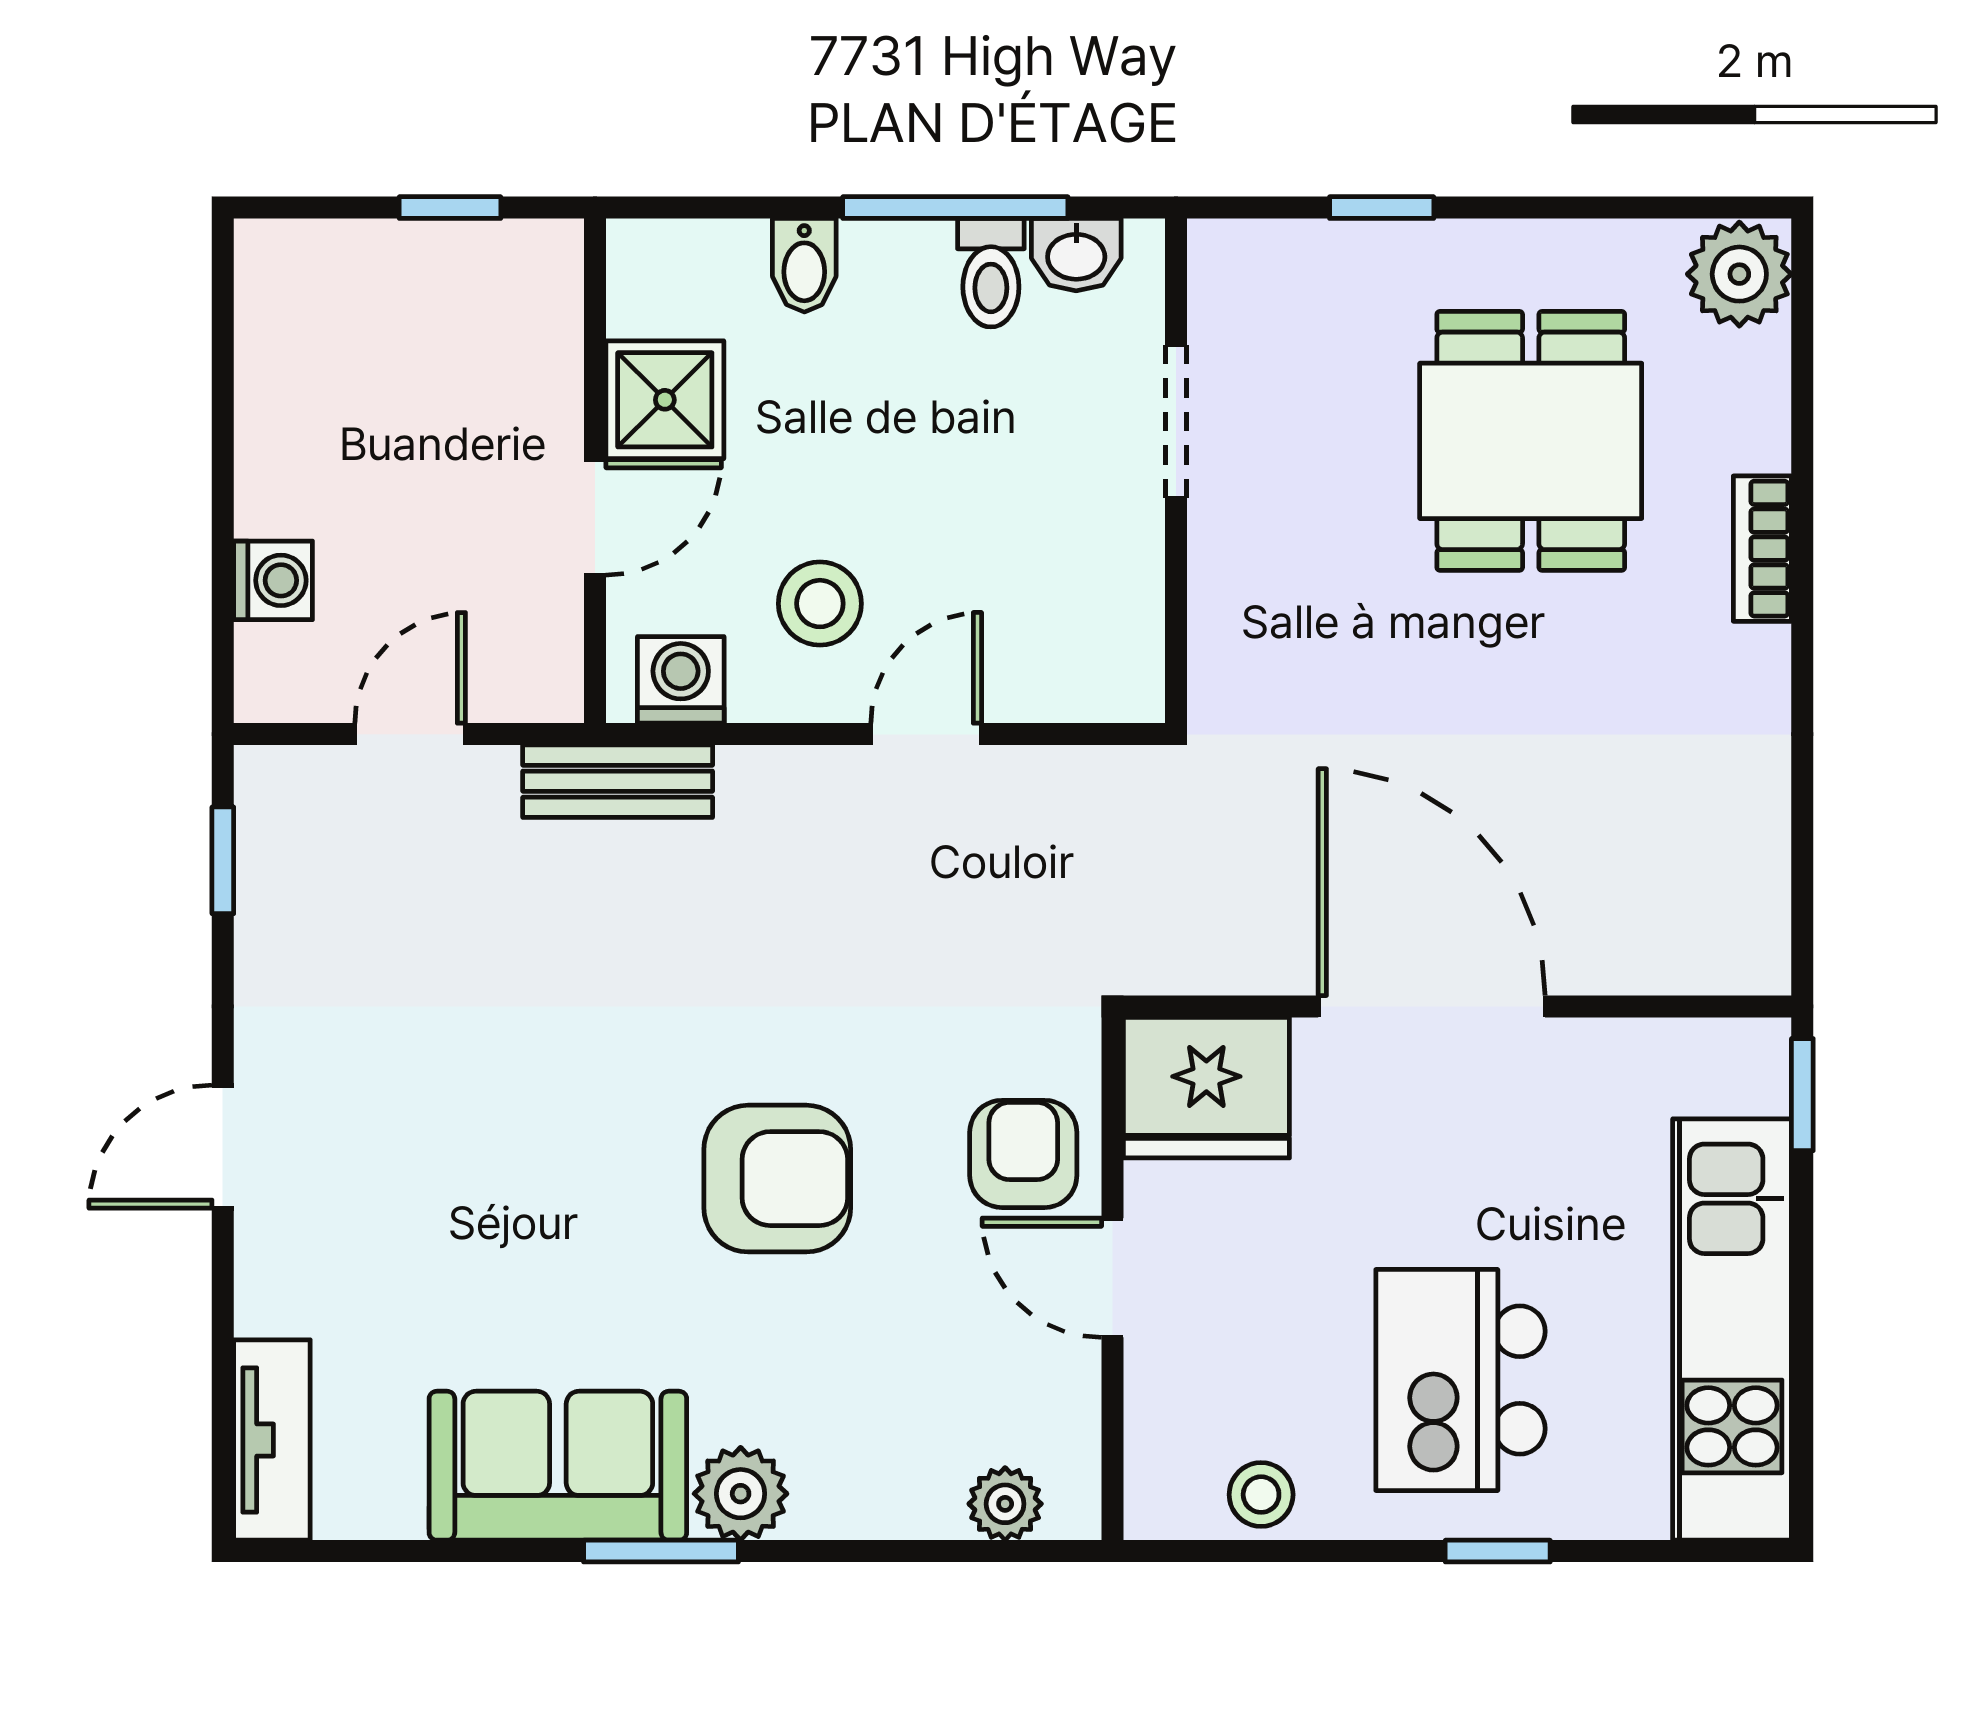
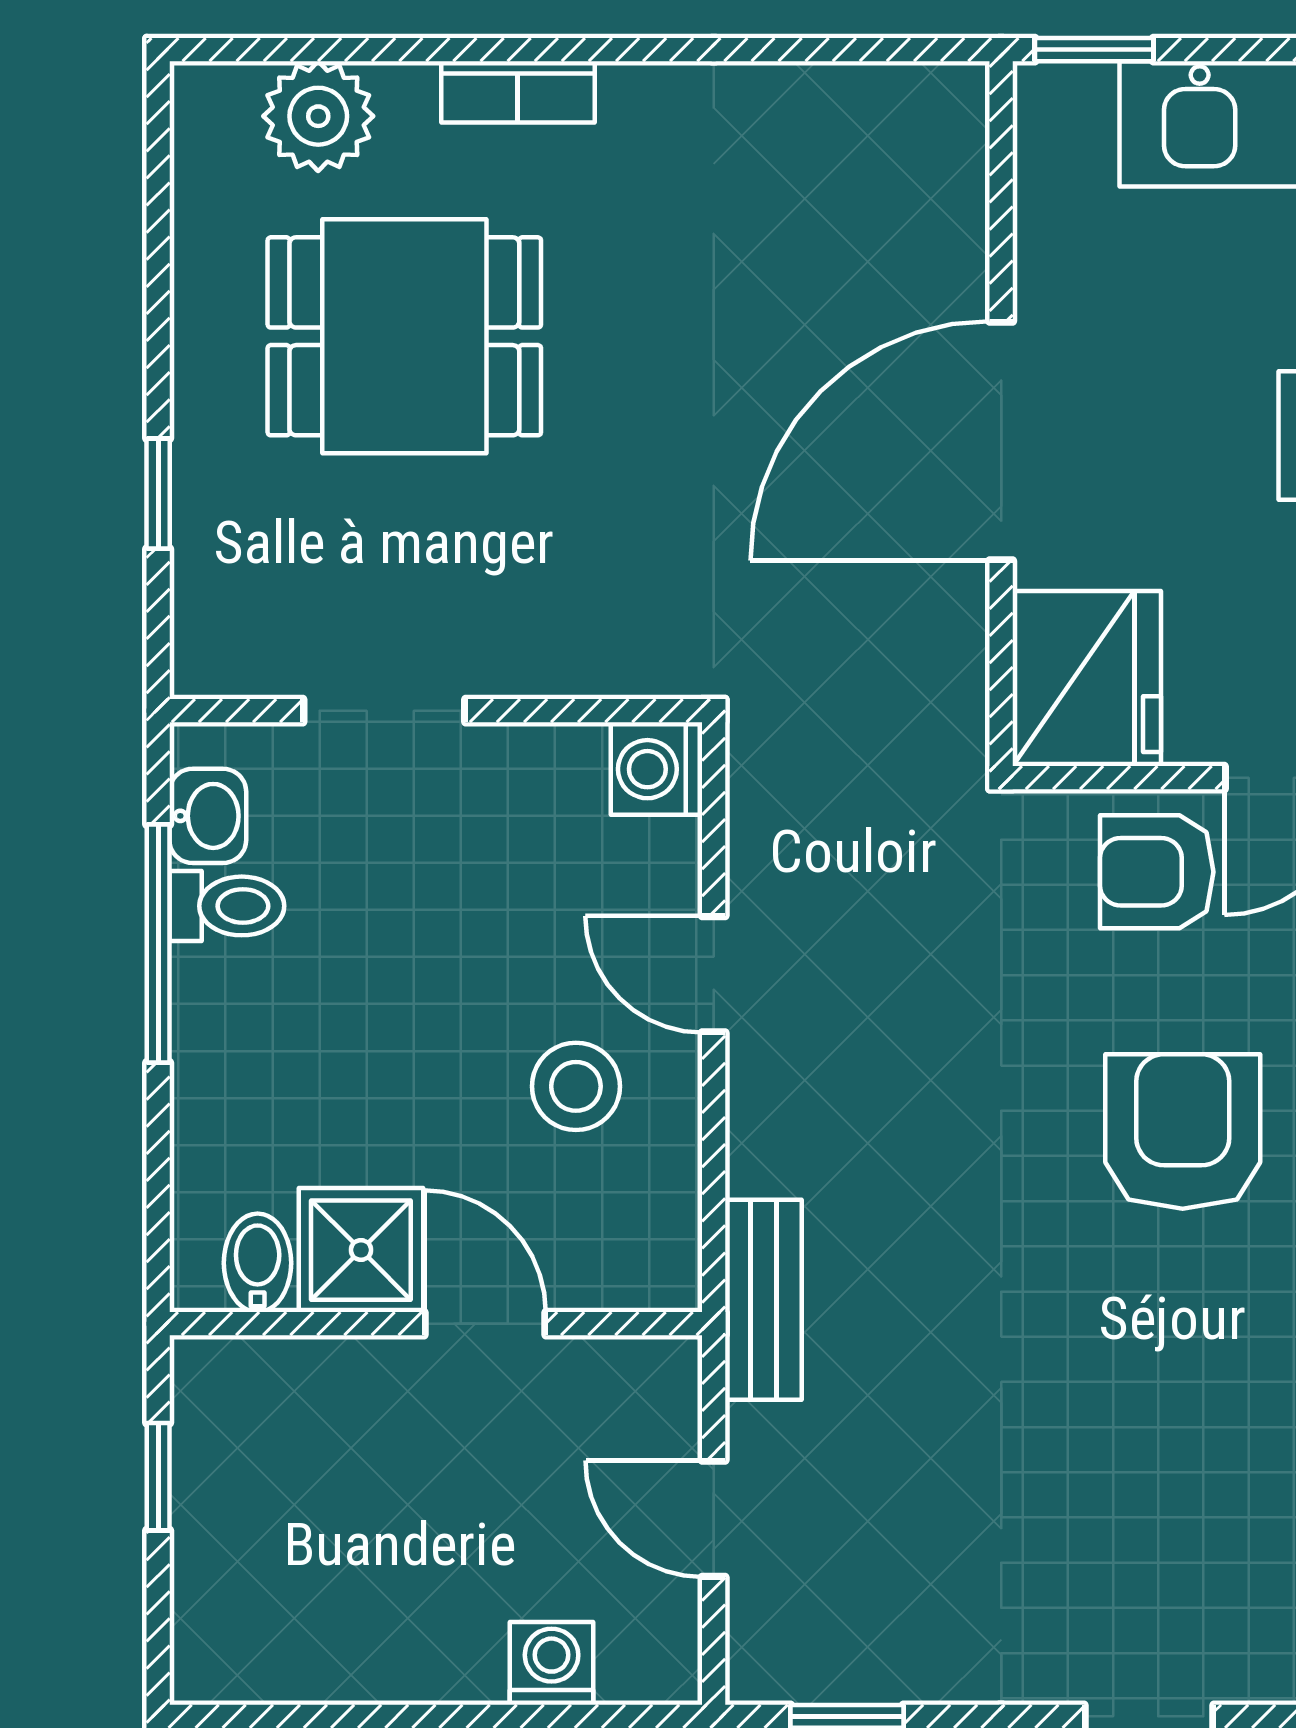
bidet: (804, 265) -> (258, 1263), moved, turned -90
plant: (1739, 274) -> (318, 116), moved
washing machine: (681, 680) -> (657, 769), moved

